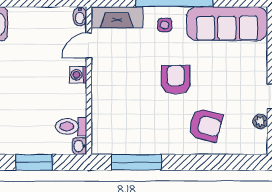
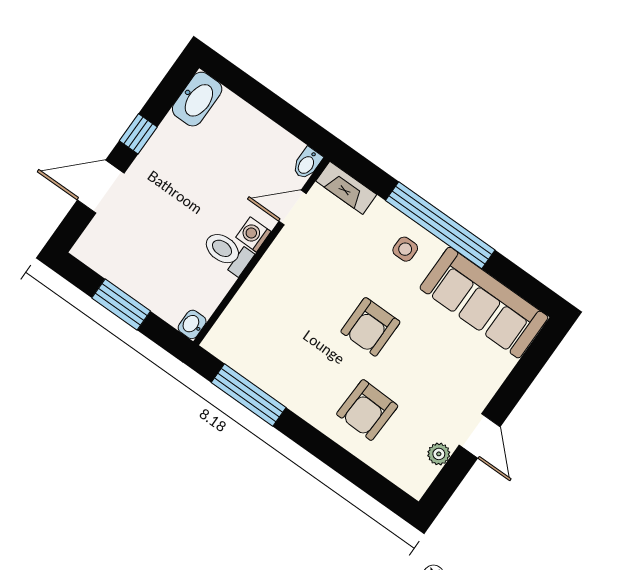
fireplace: (117, 17) -> (346, 188), width x0.73, depth x0.76
armchair: (176, 80) -> (370, 327), turned 180
armchair: (205, 125) -> (367, 410), turned 77
toilet: (71, 126) -> (227, 252), moved

